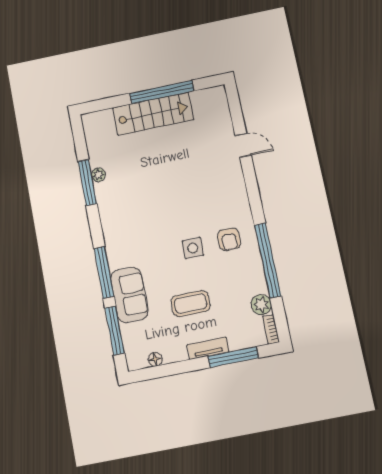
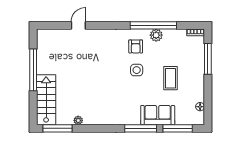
stairs: (153, 114) -> (46, 100), moved
window: (87, 182) -> (57, 128), moved
armchair: (229, 239) -> (136, 46), turned 90
plant: (261, 305) -> (156, 35), moved
tv unit: (208, 348) -> (200, 73), removed

